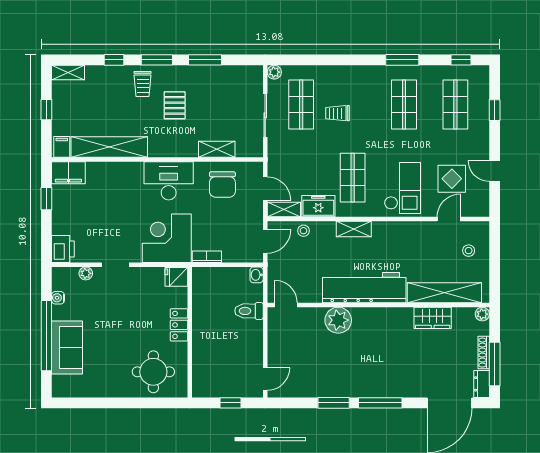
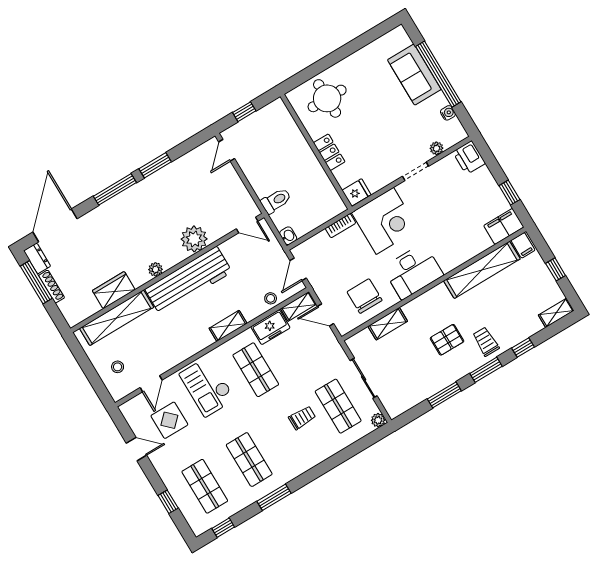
pallet: (175, 105) -> (447, 340), turned 90
plant: (482, 314) -> (155, 269), moved

